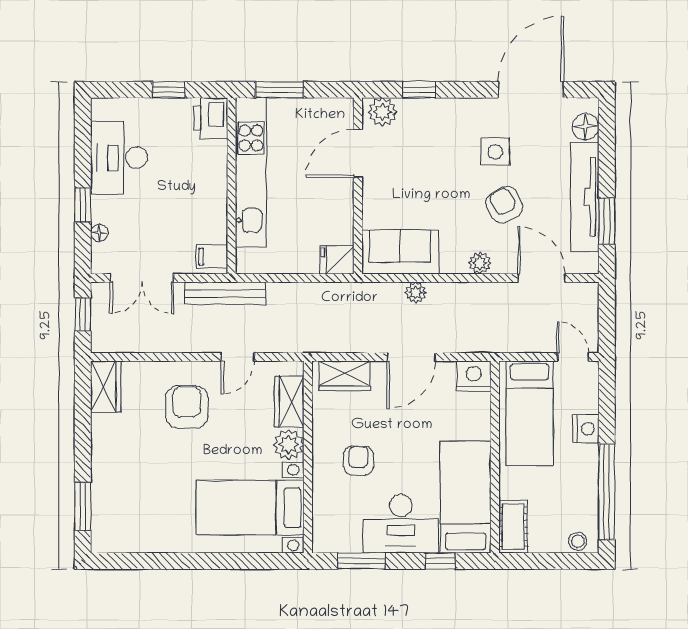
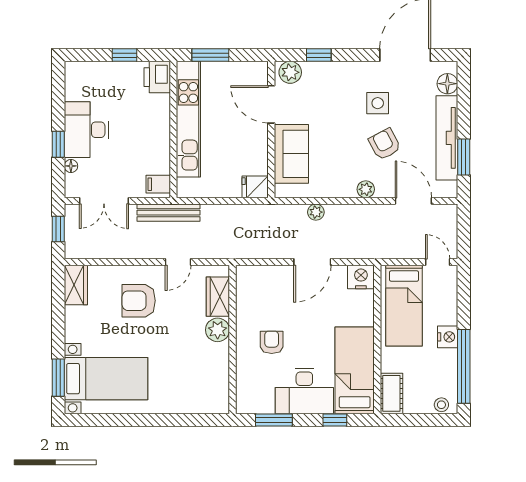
door: (358, 153) -> (271, 104), hinge flipped
desk: (119, 158) -> (86, 130), moved
sofa: (400, 252) -> (291, 154), moved, turned 90
wardrobe: (344, 376) -> (261, 277), removed
armchair: (187, 407) -> (139, 301), turned -90
nightstand: (586, 429) -> (448, 337), moved
bed with nightstands: (250, 508) -> (106, 379), moved, turned 180

